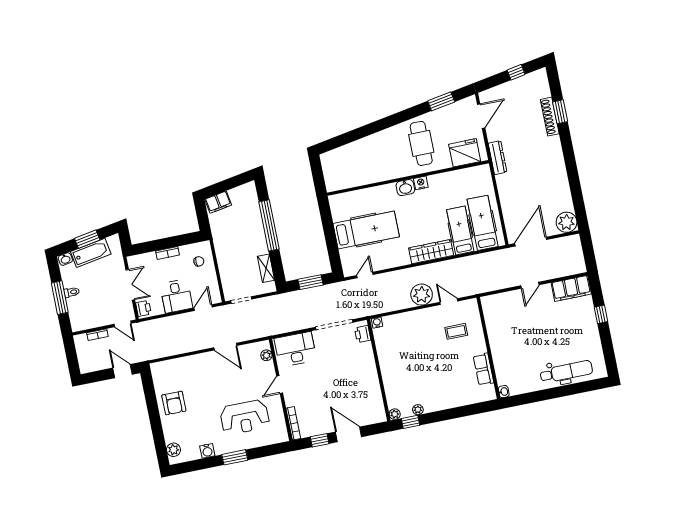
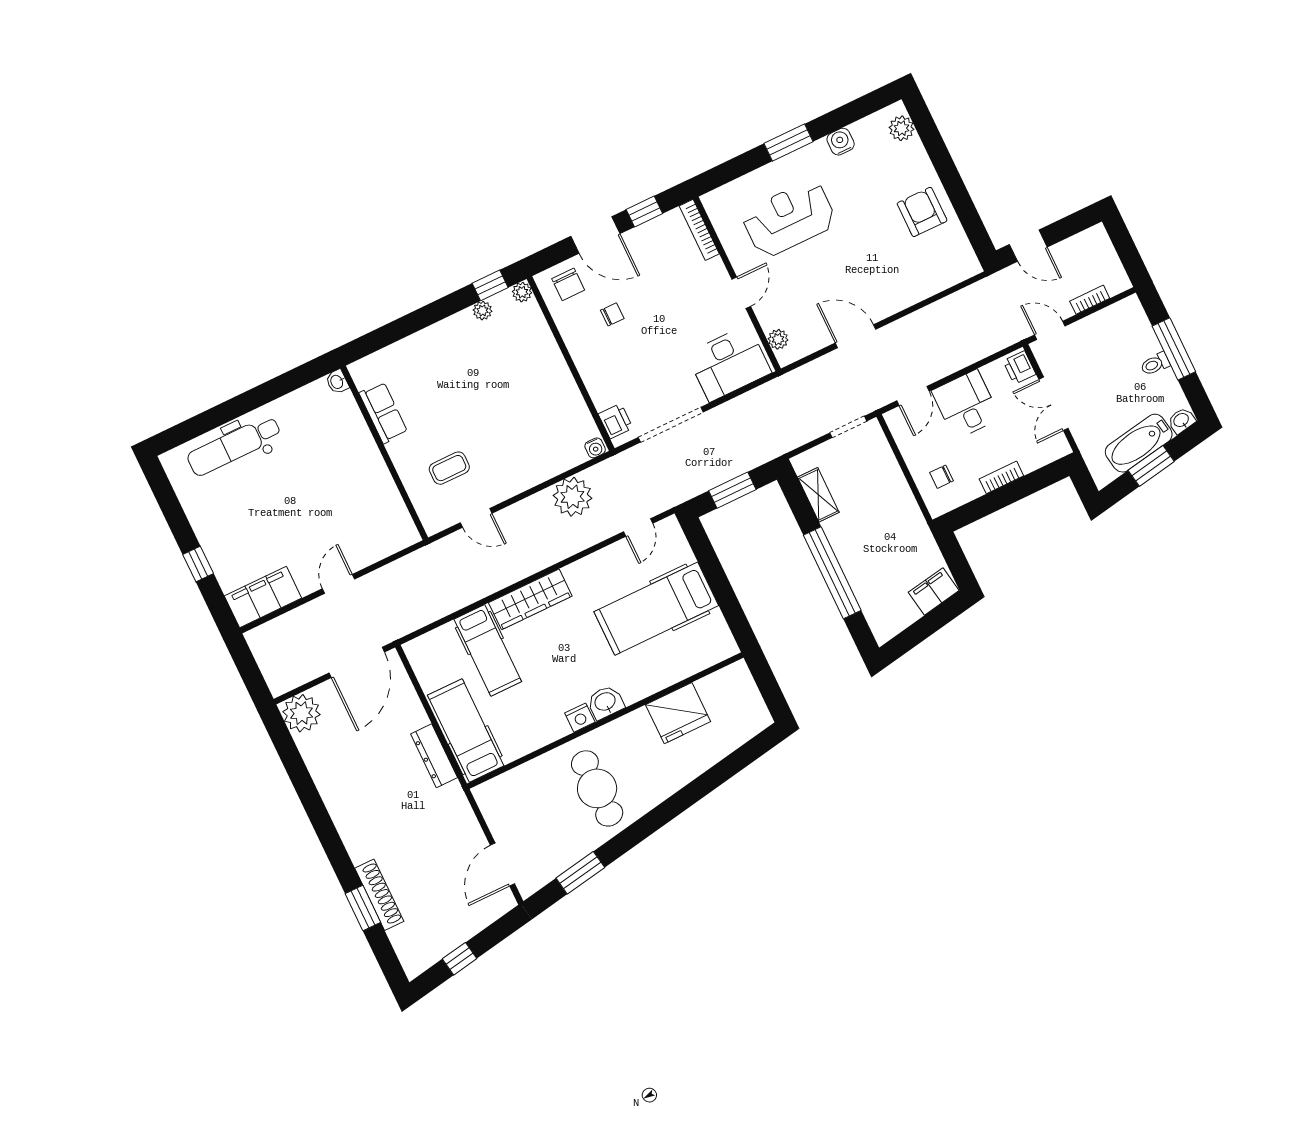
fridge: (465, 153) -> (678, 713), moved
dresser: (498, 158) -> (434, 756), moved
hospital bed: (483, 223) -> (466, 731), moved, turned 180
plant: (422, 295) -> (573, 497), moved
chair: (350, 390) -> (612, 314), added
chair: (369, 412) -> (568, 284), added

